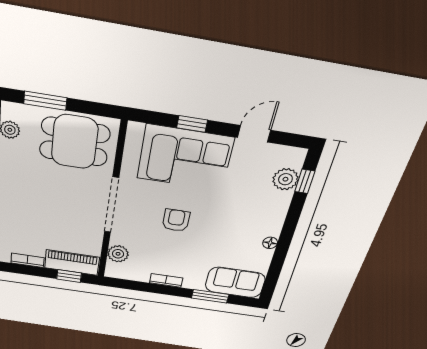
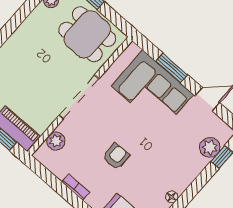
window: (192, 124) -> (172, 68), width x1.50
armchair: (176, 220) -> (116, 156), moved

